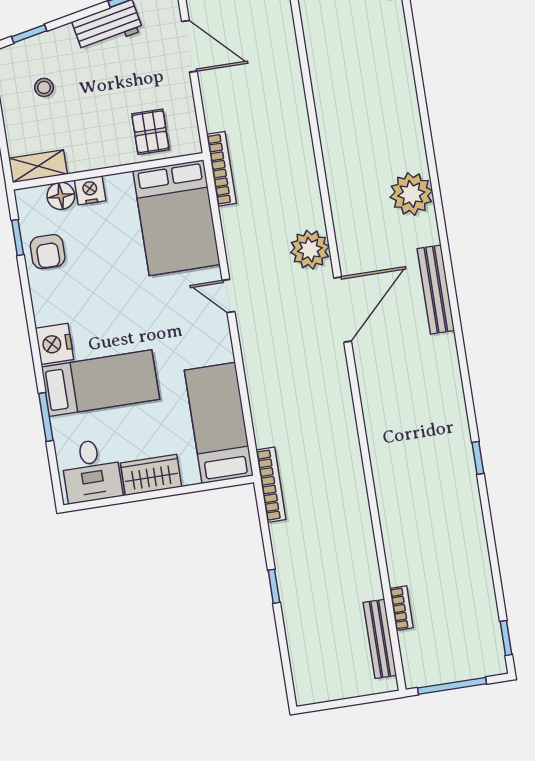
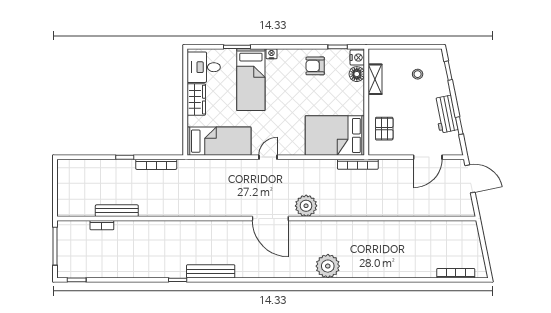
pallet: (150, 132) -> (384, 129), turned 90
shelving: (38, 166) -> (375, 79), moved
nightstand: (90, 190) -> (357, 58), moved
armchair: (48, 252) -> (315, 66), moved
bench: (436, 290) -> (211, 271), moved
door: (228, 296) -> (268, 157), moved
nightstand: (54, 344) -> (271, 54), width x0.53, depth x0.56
bookcase: (271, 485) -> (156, 164), moved
bench: (380, 639) -> (117, 211), moved

